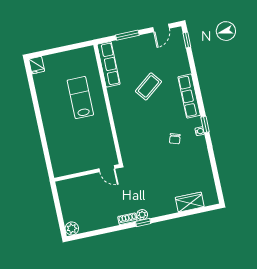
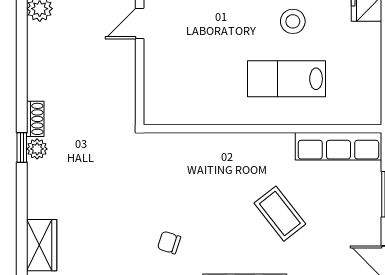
lab bench: (80, 98) -> (287, 79), turned 180
stool: (51, 101) -> (293, 21), added
door: (107, 169) -> (140, 24), moved

